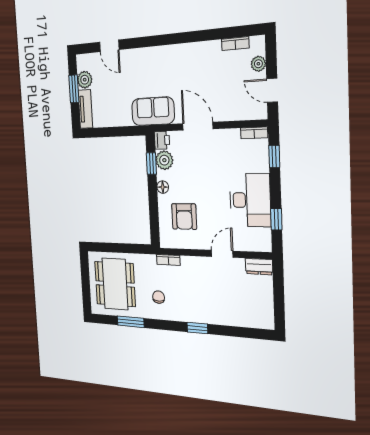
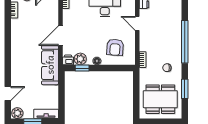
plant: (85, 80) -> (17, 113), moved
sofa: (153, 111) -> (50, 65), width x1.36
armchair: (184, 217) -> (115, 47), turned 94
window: (197, 328) -> (185, 42), width x3.17

